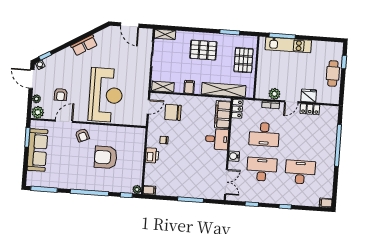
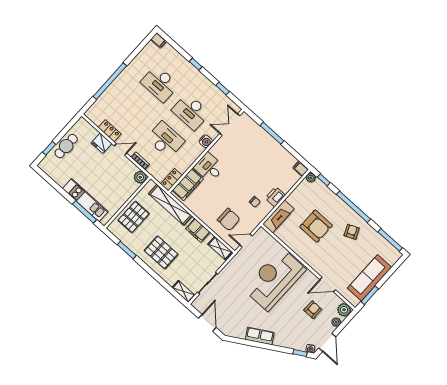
filing cabinet: (189, 87) -> (198, 230), width x2.00
plant: (274, 94) -> (140, 177), moved
armchair: (82, 135) -> (352, 232), moved
fireplace: (138, 143) -> (278, 217), added

